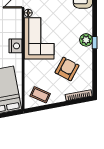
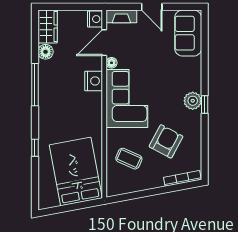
nightstand: (15, 46) -> (94, 81), moved
coffee table: (40, 95) -> (129, 159), moved

